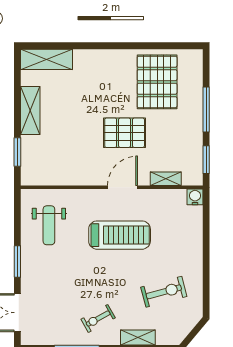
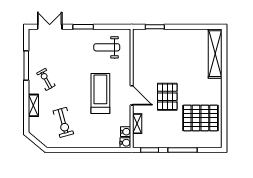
shelving: (46, 59) -> (215, 54), width x1.47
shelving: (30, 110) -> (182, 35), removed
water cooler: (178, 197) -> (126, 132), added
treadmill: (120, 235) -> (100, 93), turned 180

